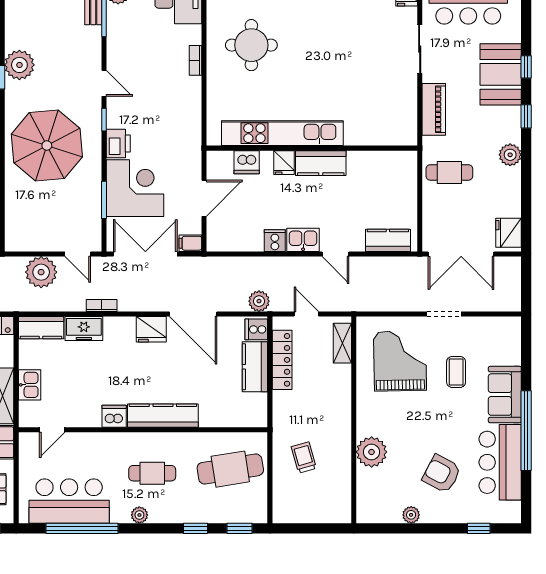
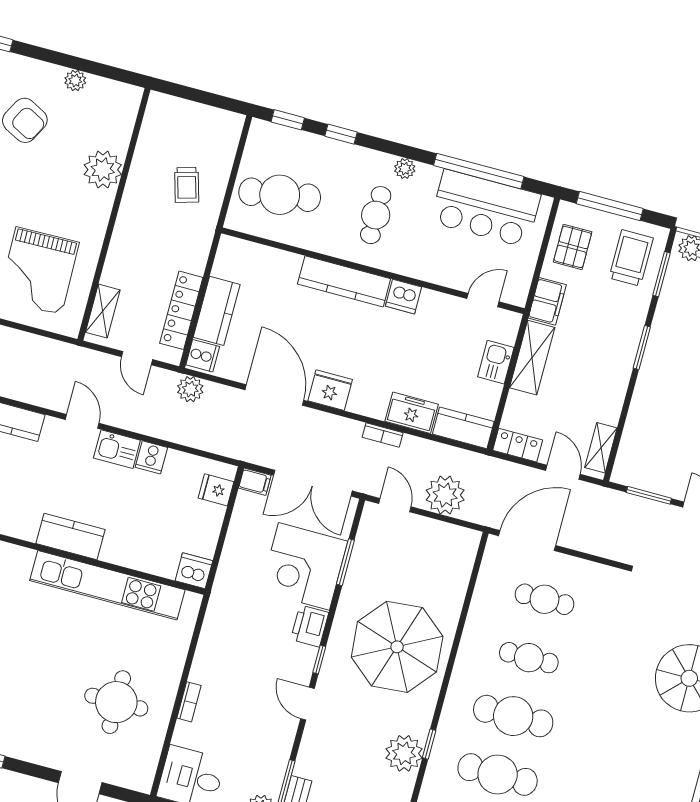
dishwasher: (247, 162) -> (194, 571), moved
fridge: (284, 163) -> (216, 490), moved, turned -90
door: (204, 198) -> (224, 532), removed
cafe table: (152, 473) -> (376, 215), turned 90

